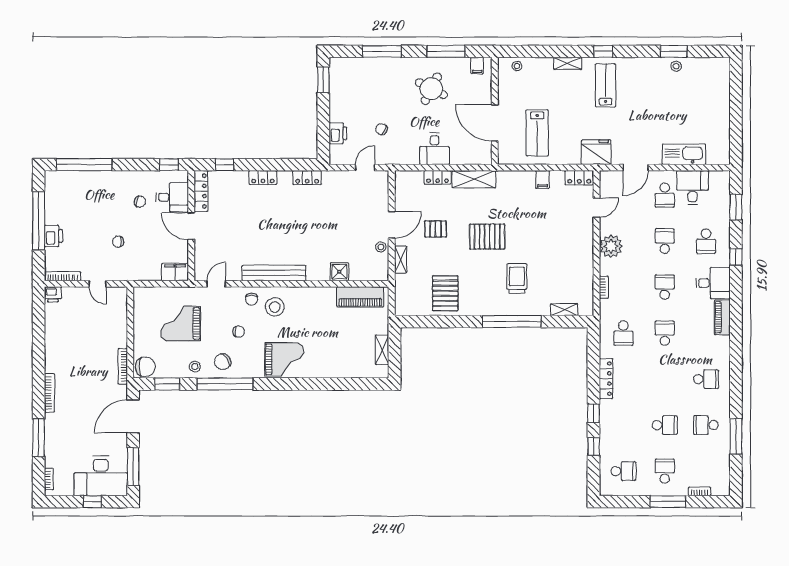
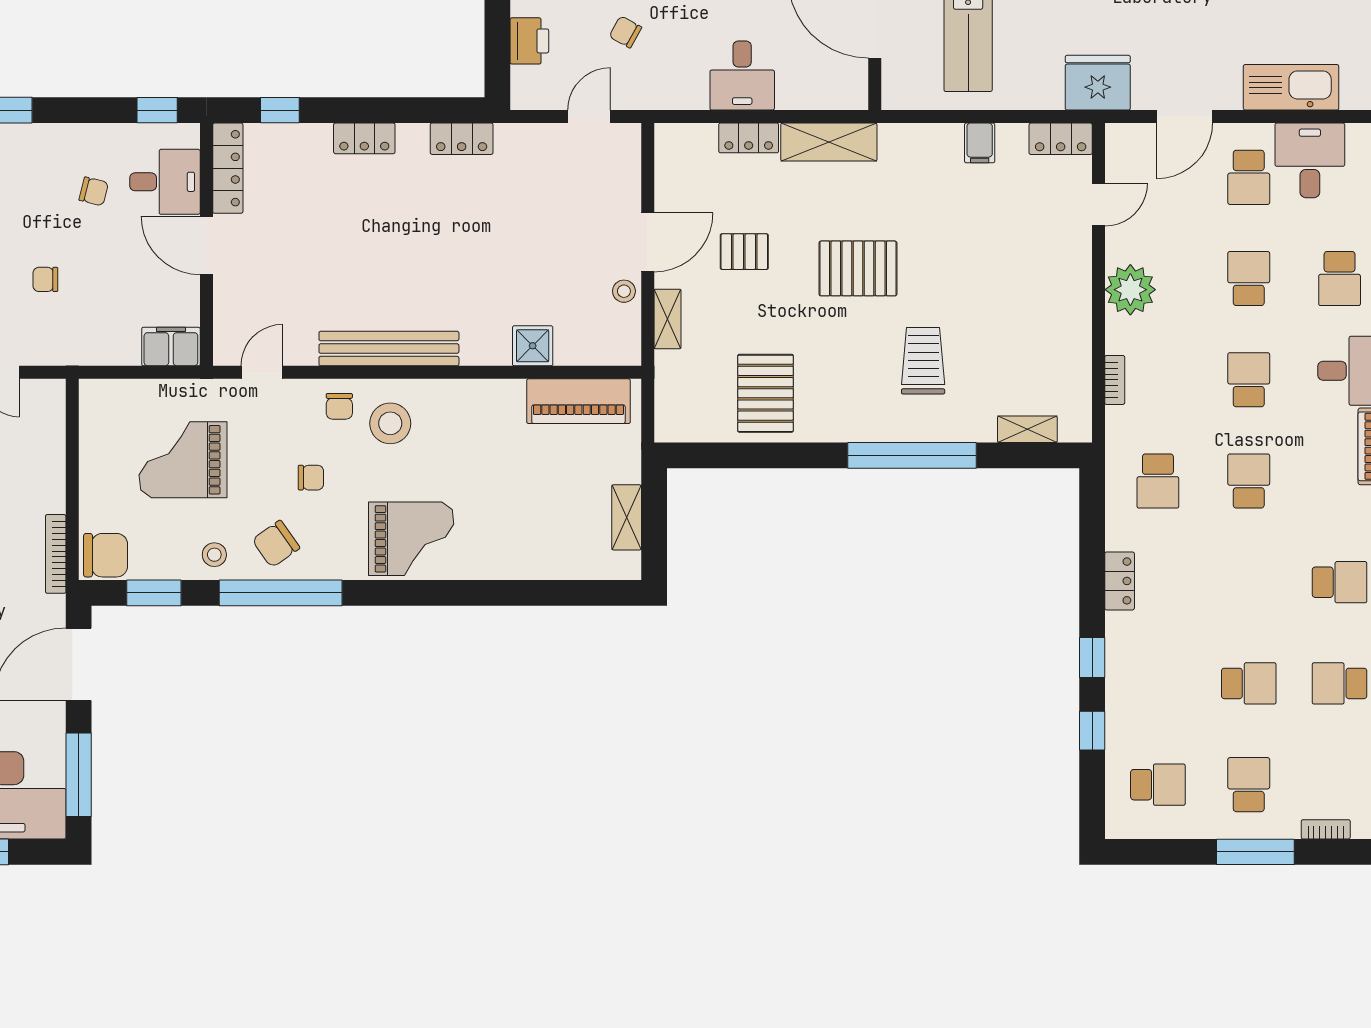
locker: (606, 379) -> (1120, 581), width x0.66

